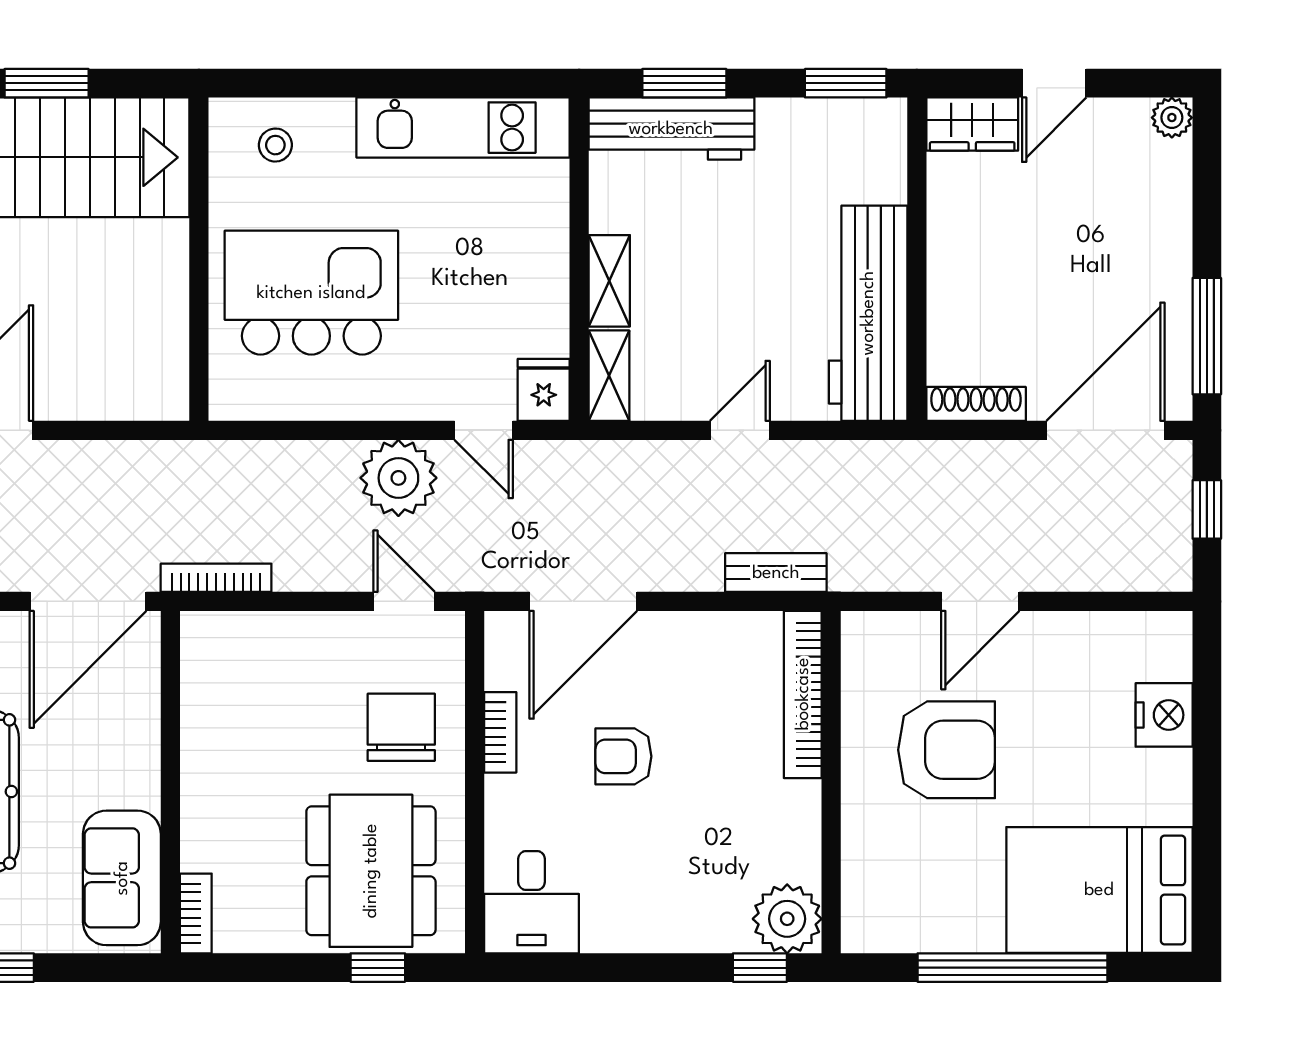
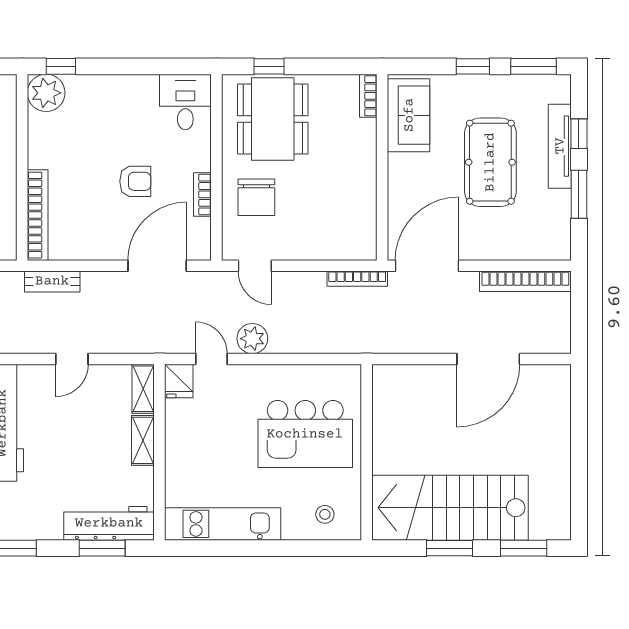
plant: (398, 478) -> (252, 339), width x0.73, depth x0.73

